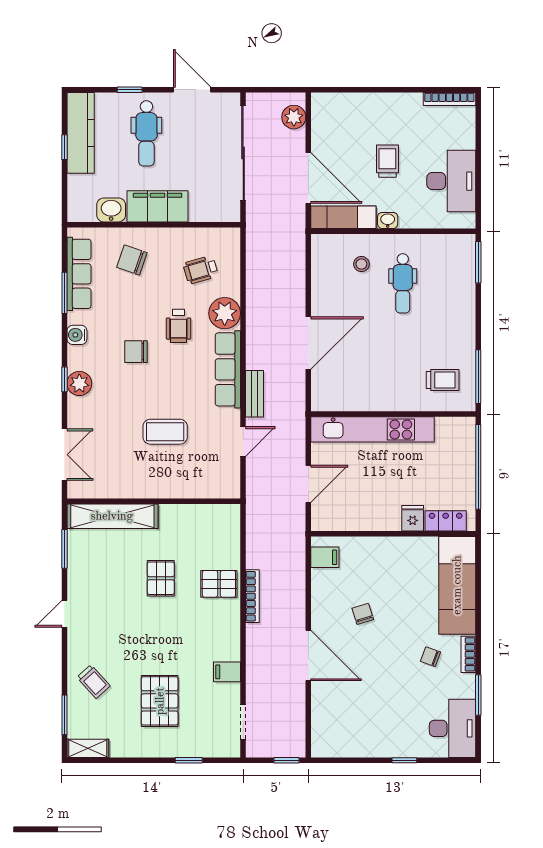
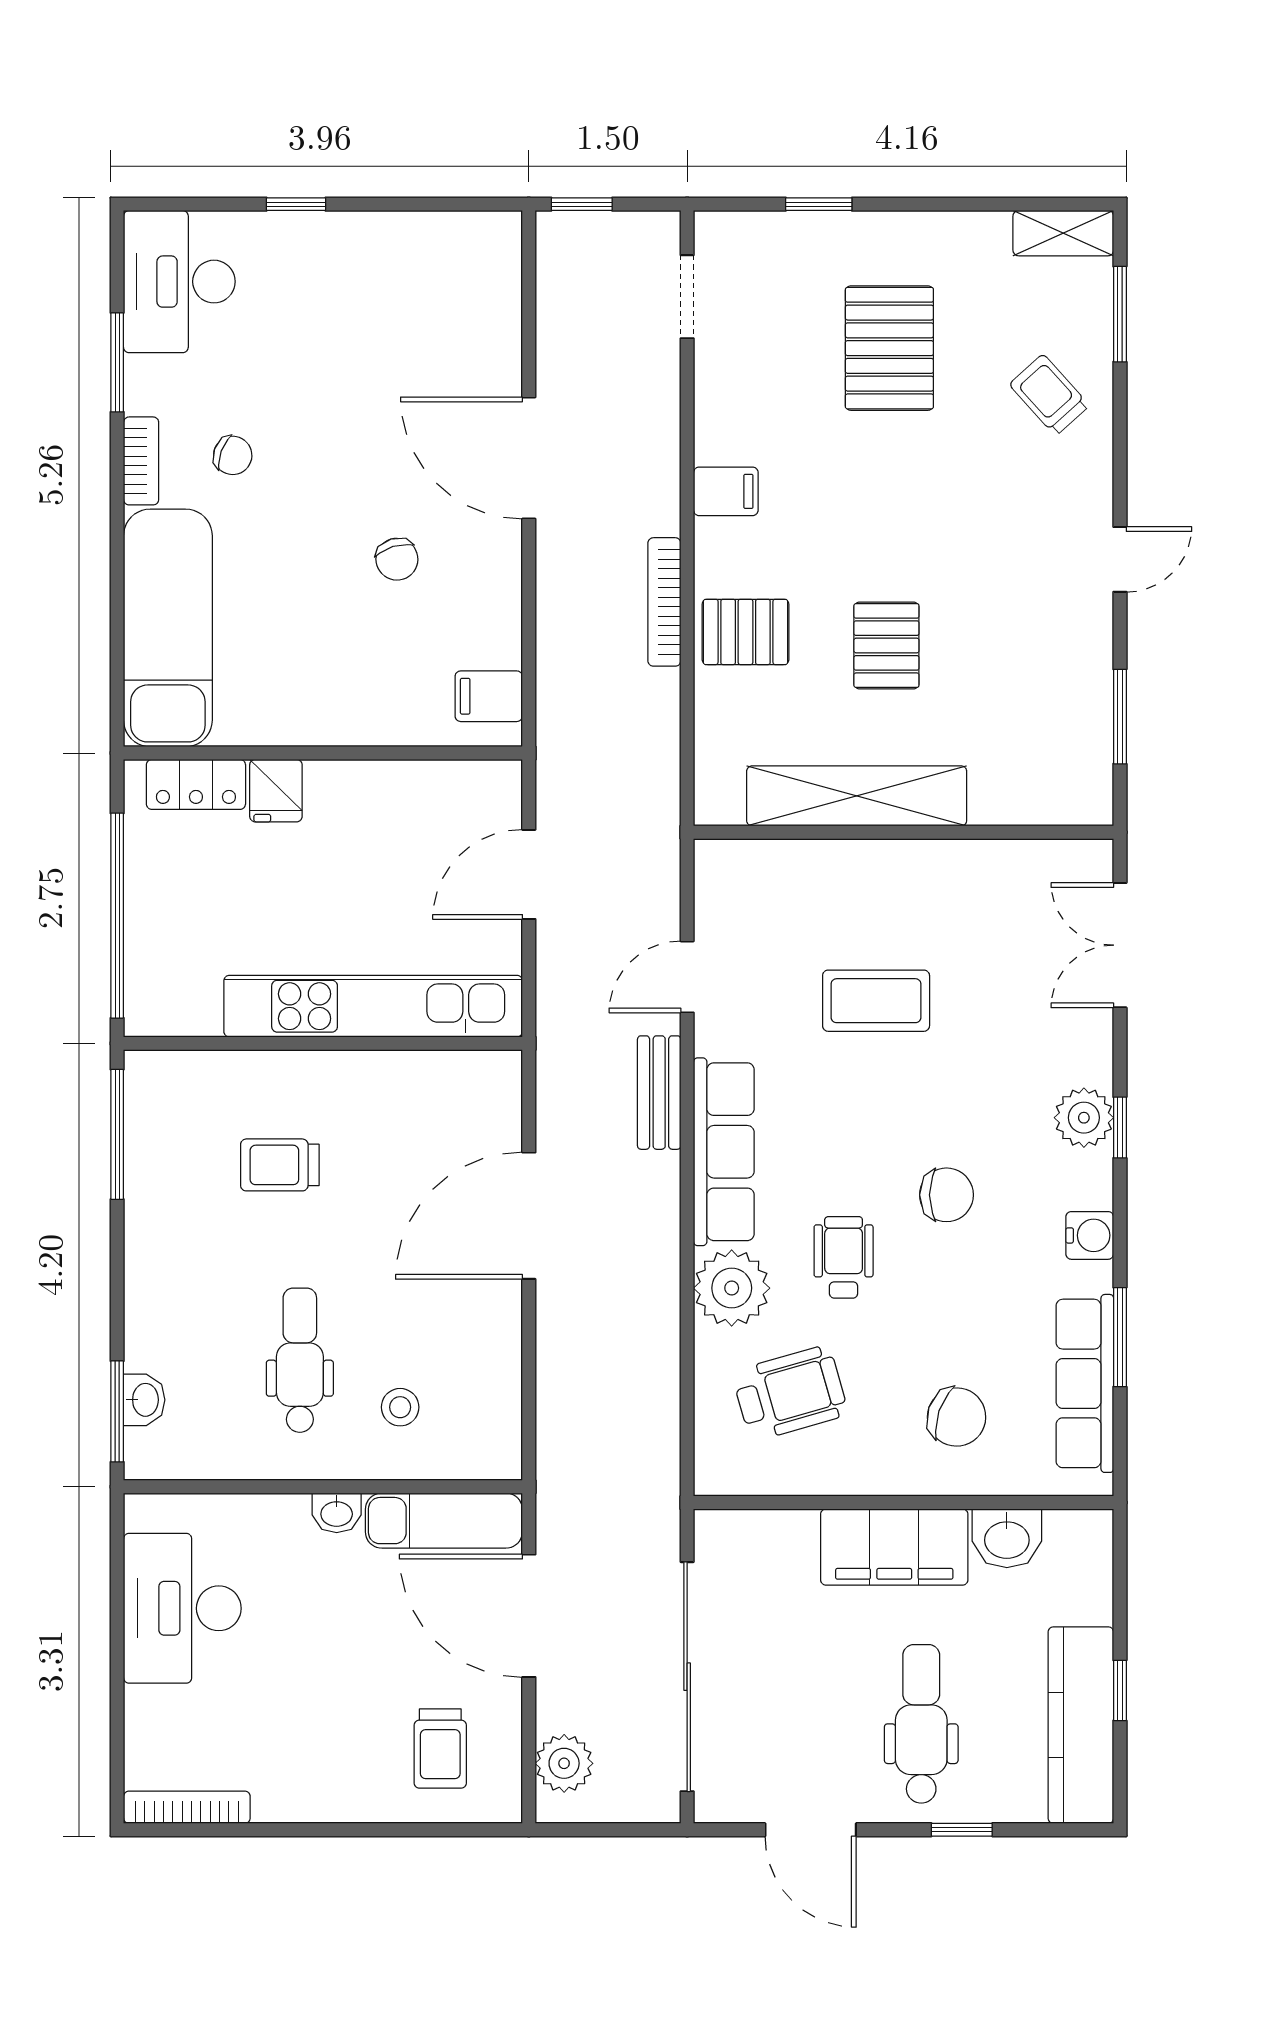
trolley: (387, 161) -> (440, 1749), moved
washbasin: (467, 267) -> (144, 1400), added
wheelchair: (201, 270) -> (790, 1393), width x1.36, depth x1.37
trolley: (443, 380) -> (280, 1165), moved
shelving: (112, 516) -> (857, 796), moved
filing cabinet: (227, 672) -> (726, 491), moved

